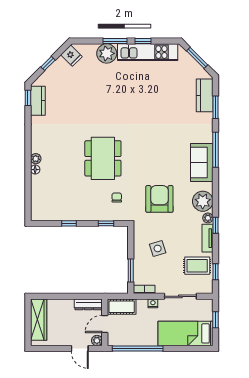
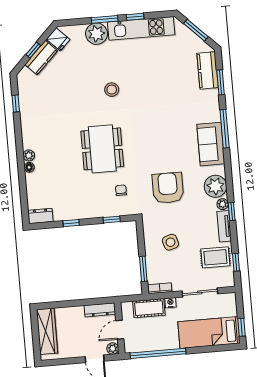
window: (28, 98) -> (16, 104), moved
kitchen counter: (38, 101) -> (41, 58), moved, turned 45
stool: (116, 105) -> (112, 90), added
dresser: (42, 215) -> (40, 216), added
cot: (122, 307) -> (149, 308), moved
window: (216, 320) -> (242, 327), moved

